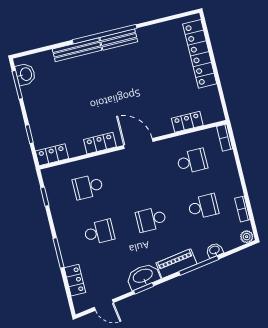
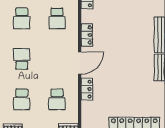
locker: (187, 122) -> (87, 89), moved
school desk: (88, 187) -> (57, 18), turned 180

